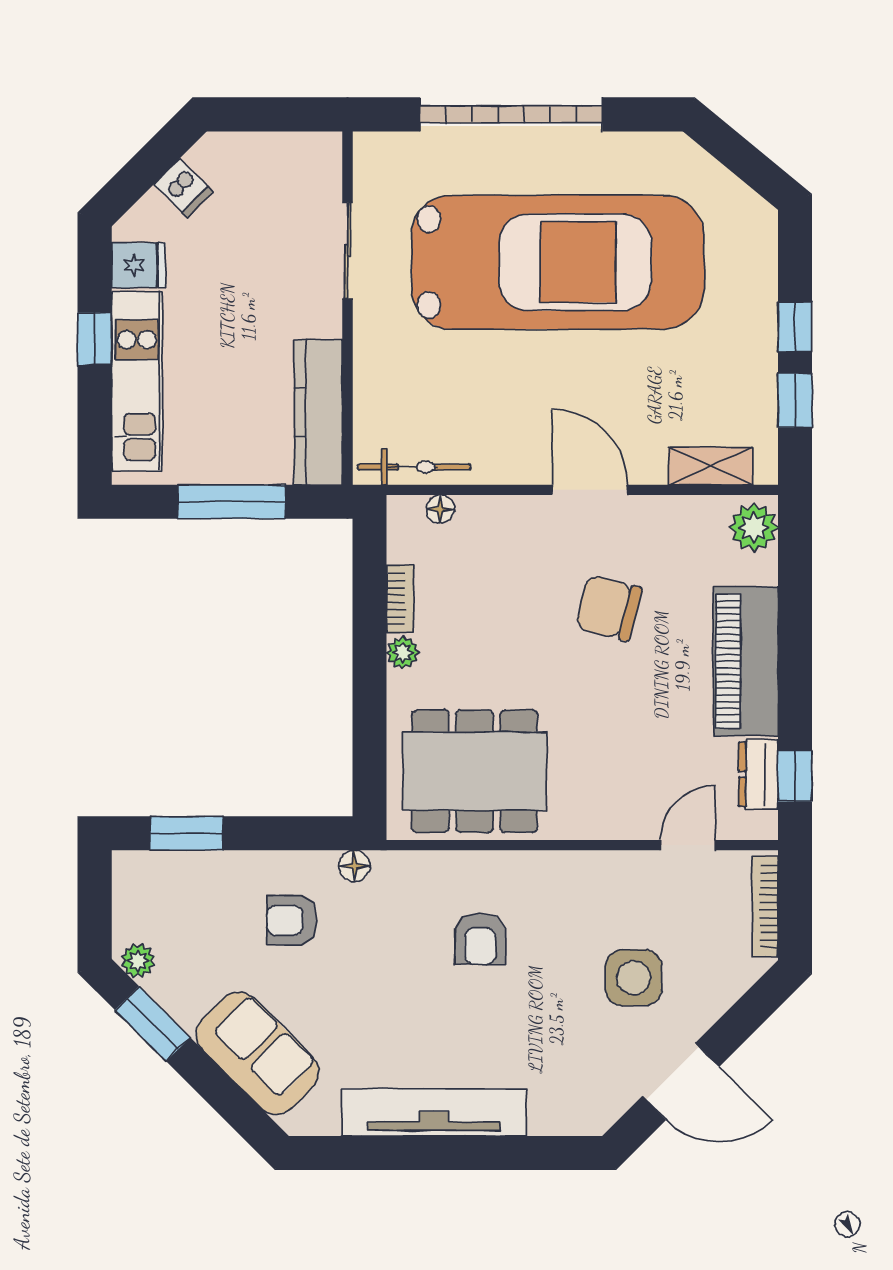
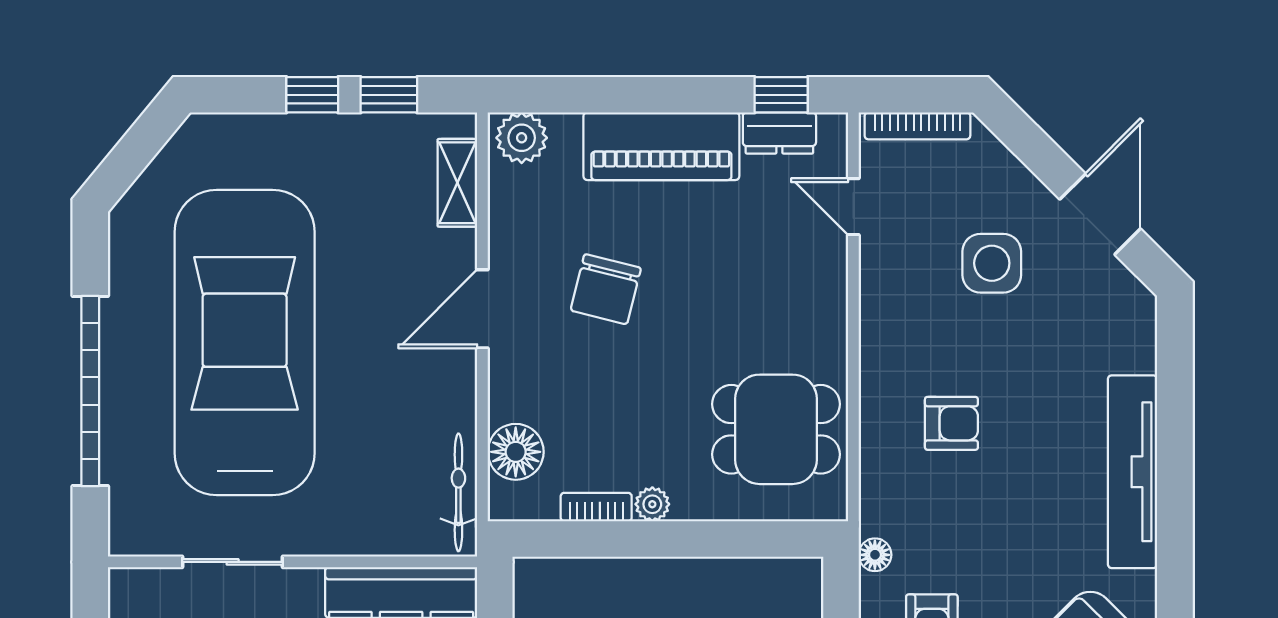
floor lamp: (440, 509) -> (516, 452), width x1.89, depth x1.89
dining table: (475, 771) -> (776, 429), width x0.73

